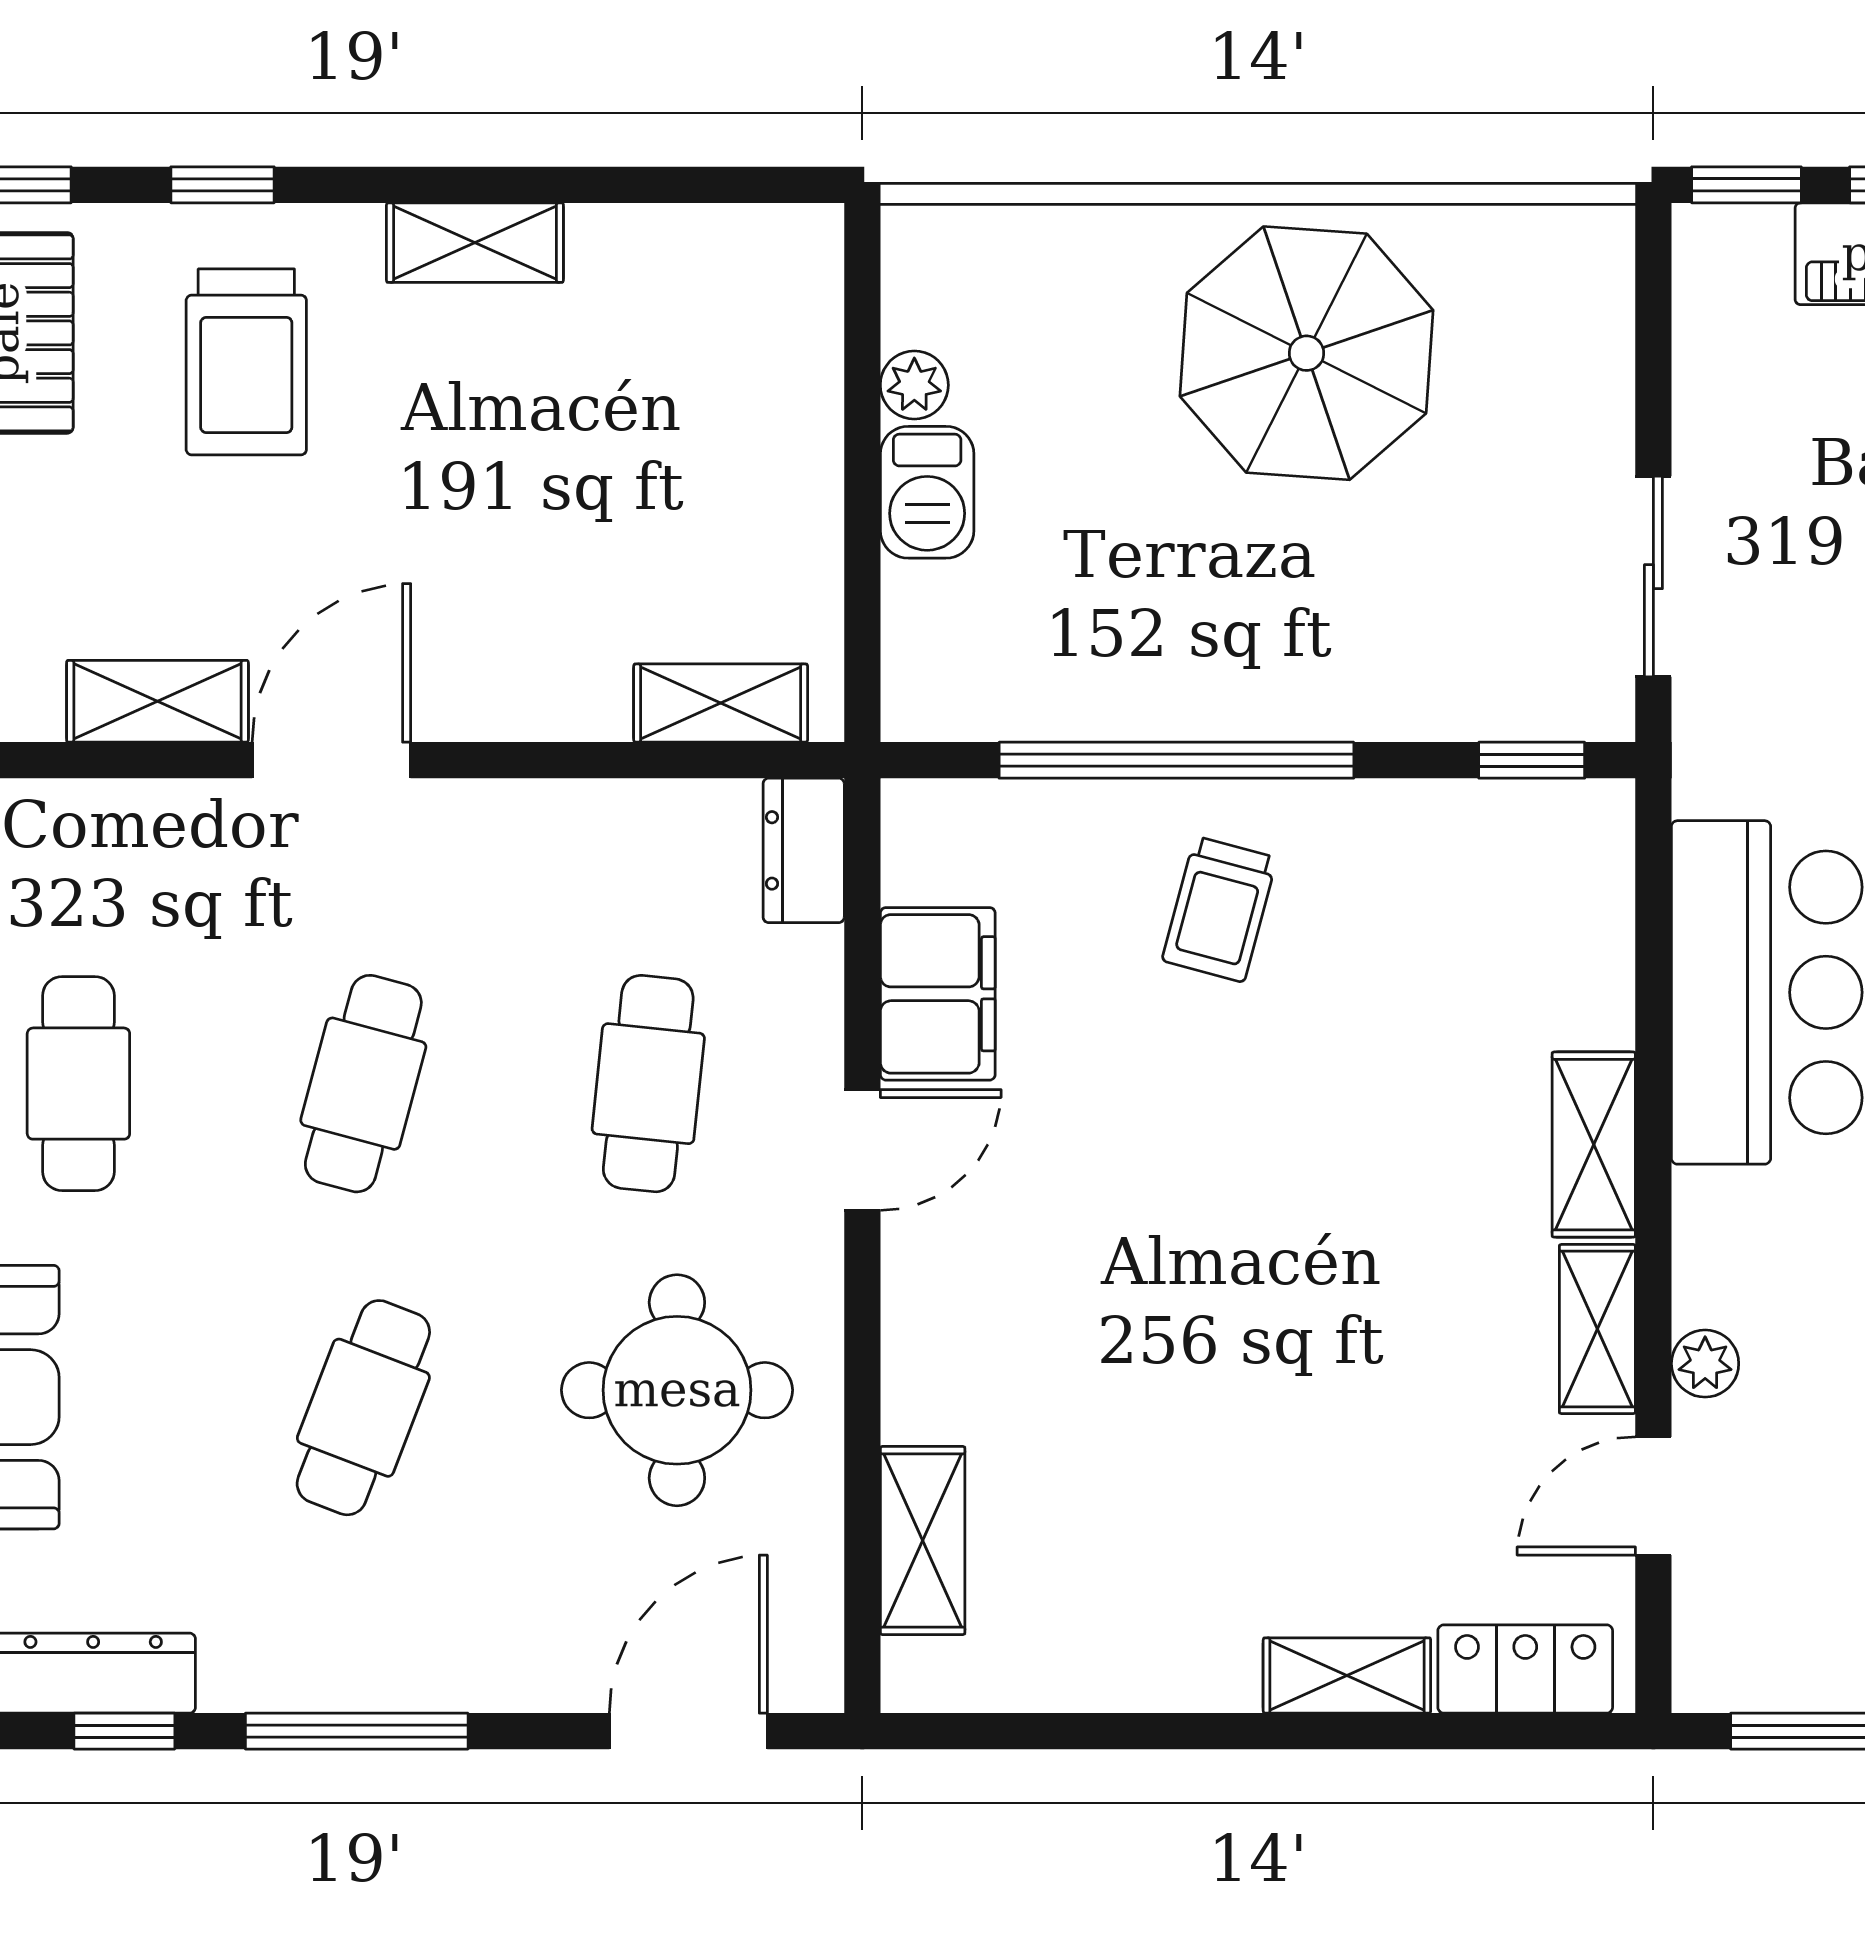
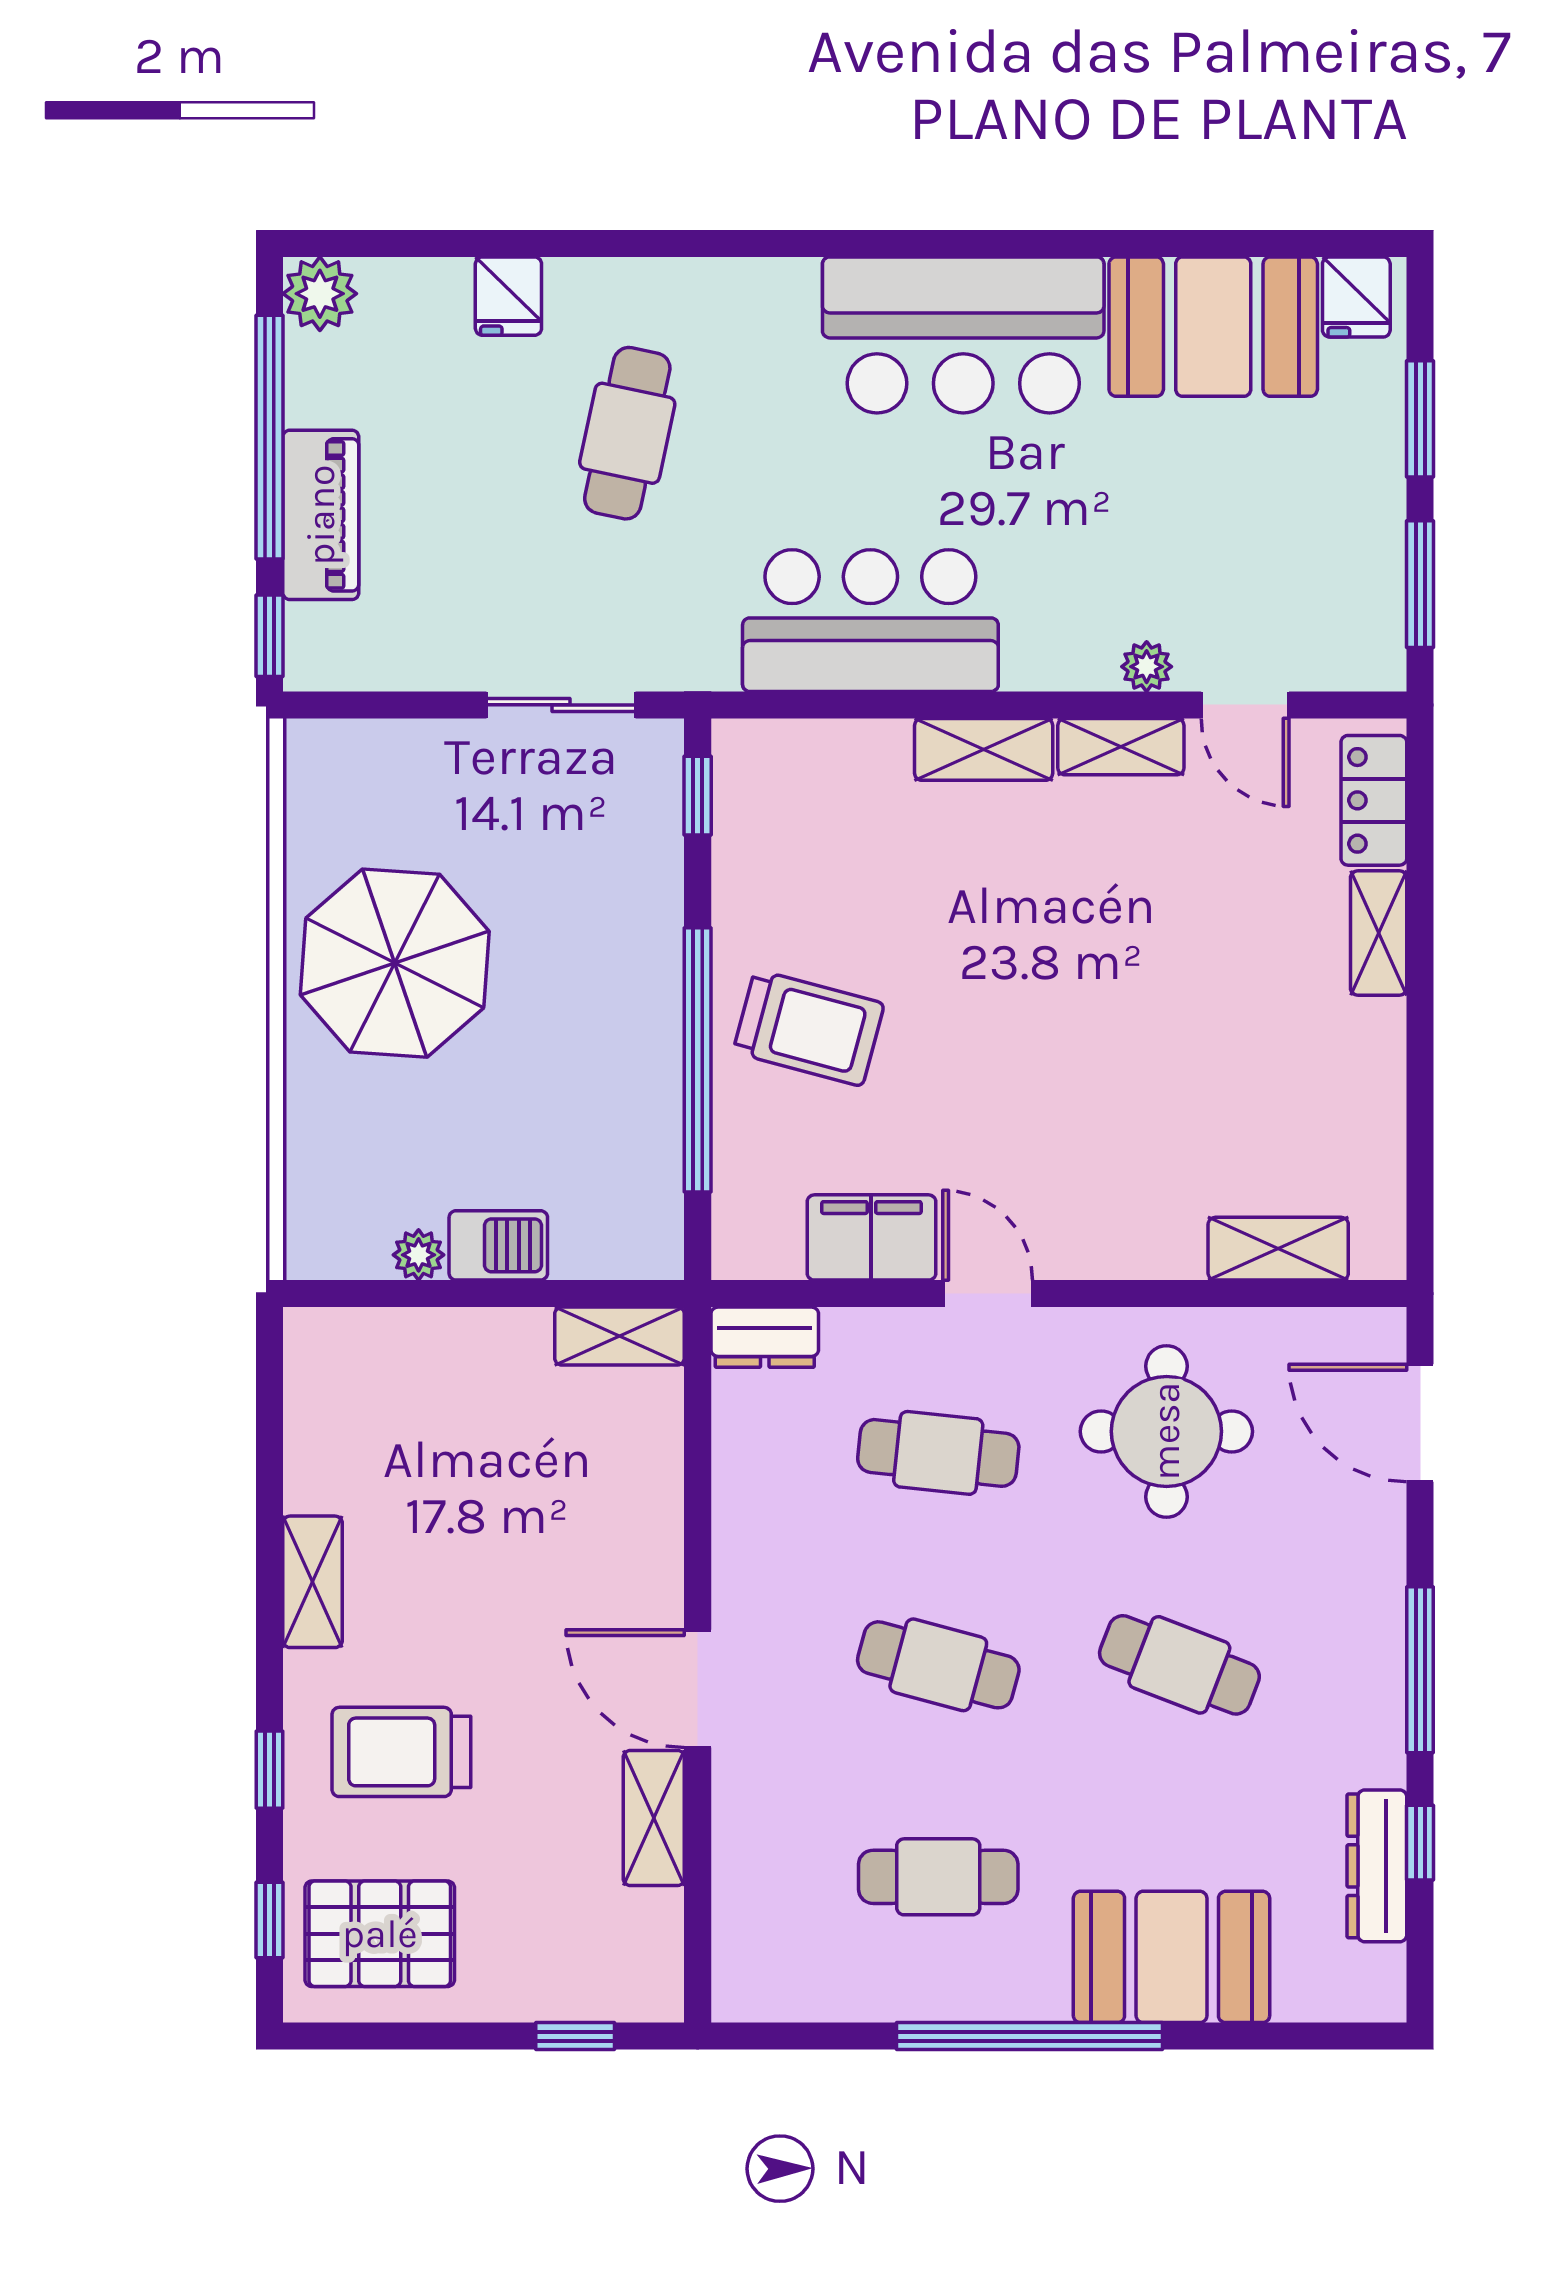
trolley: (246, 362) -> (401, 1752), turned 180
shelving: (721, 703) -> (620, 1336), moved, turned 90
trolley: (1219, 909) -> (809, 1028), width x1.36, depth x1.39

